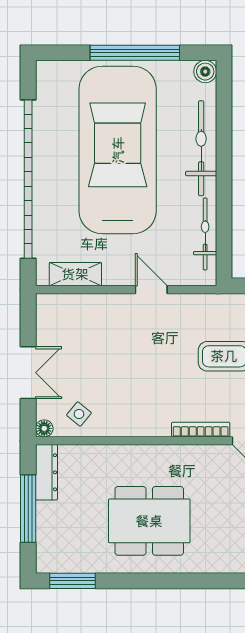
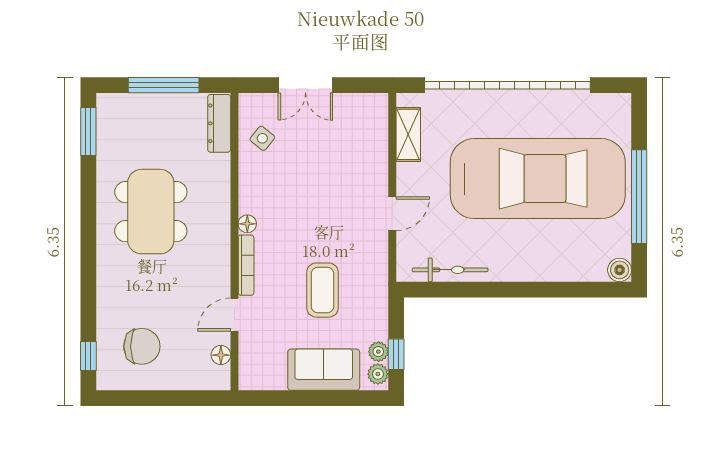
bicycle: (201, 148) -> (540, 266), removed
floor lamp: (44, 428) -> (247, 224), moved
dresser: (46, 472) -> (219, 123), moved, turned 90

